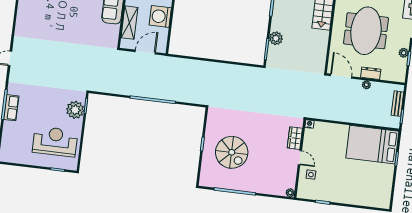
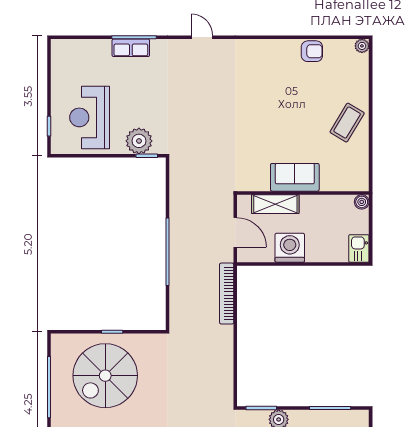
bookcase: (186, 63) -> (227, 294), added
reception desk: (55, 141) -> (90, 117), turned 180
spiral stairs: (232, 152) -> (105, 376), width x1.37, depth x1.37

